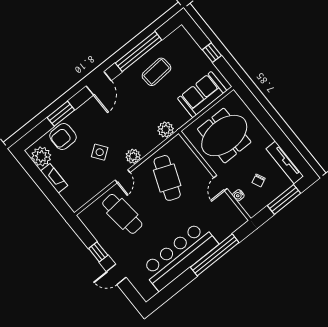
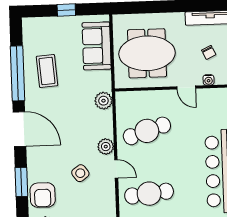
door: (99, 83) -> (19, 129), width x1.36
meeting table: (224, 136) -> (147, 53), turned 90
cafe table: (167, 178) -> (147, 131), turned -39

